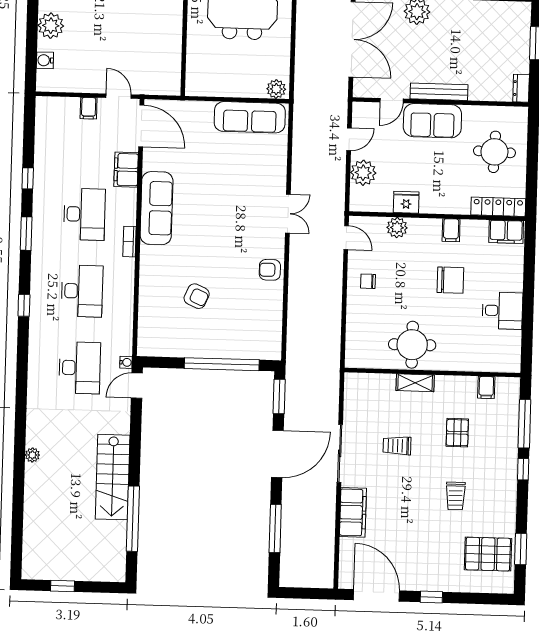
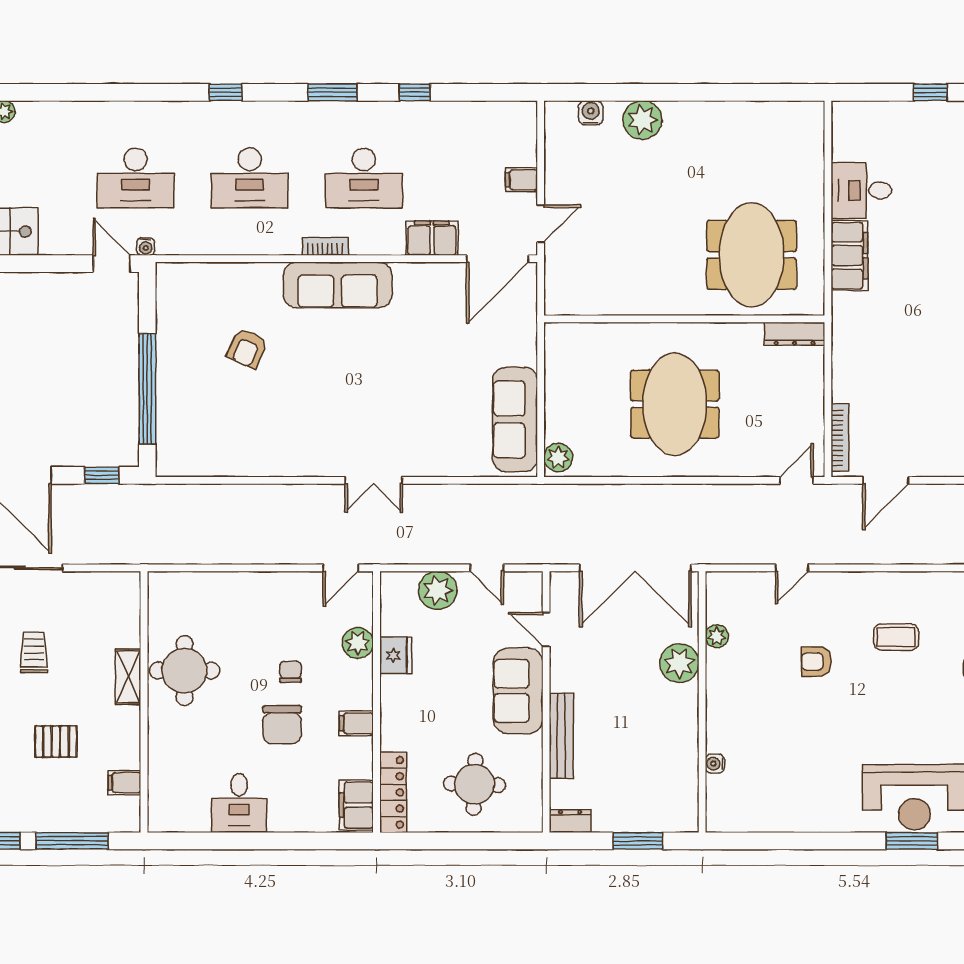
bench: (439, 92) -> (561, 736), moved
sofa: (157, 208) -> (338, 285), moved
armchair: (270, 270) -> (289, 456), removed
chair: (368, 281) -> (291, 672), moved
window: (279, 396) -> (102, 475), width x0.67

